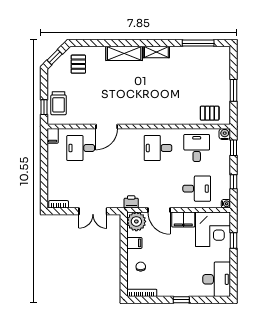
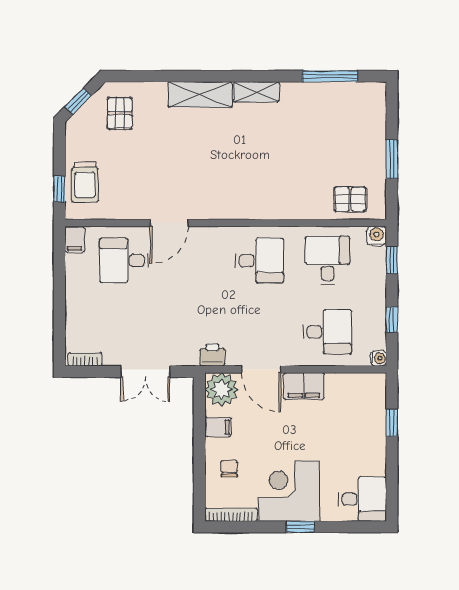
desk: (158, 148) -> (260, 260), turned 180
corner desk: (213, 229) -> (289, 491), moved, turned 180
desk: (217, 279) -> (362, 499), width x0.73

